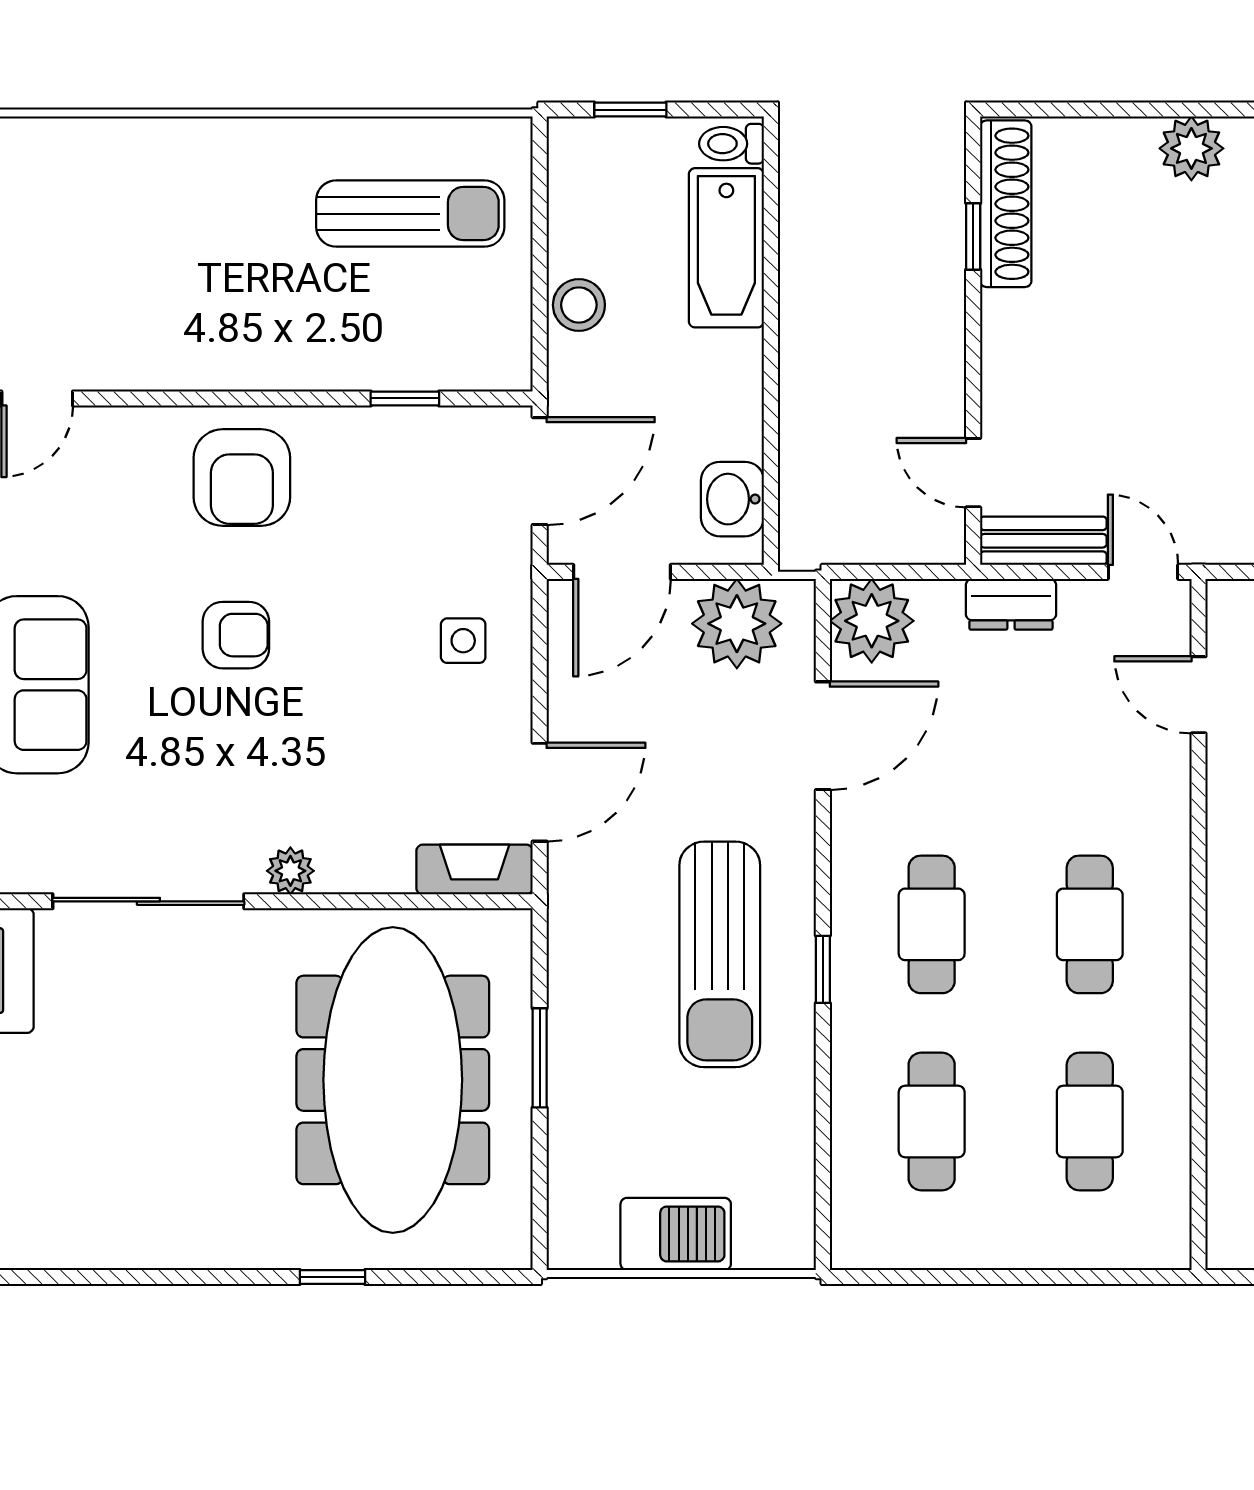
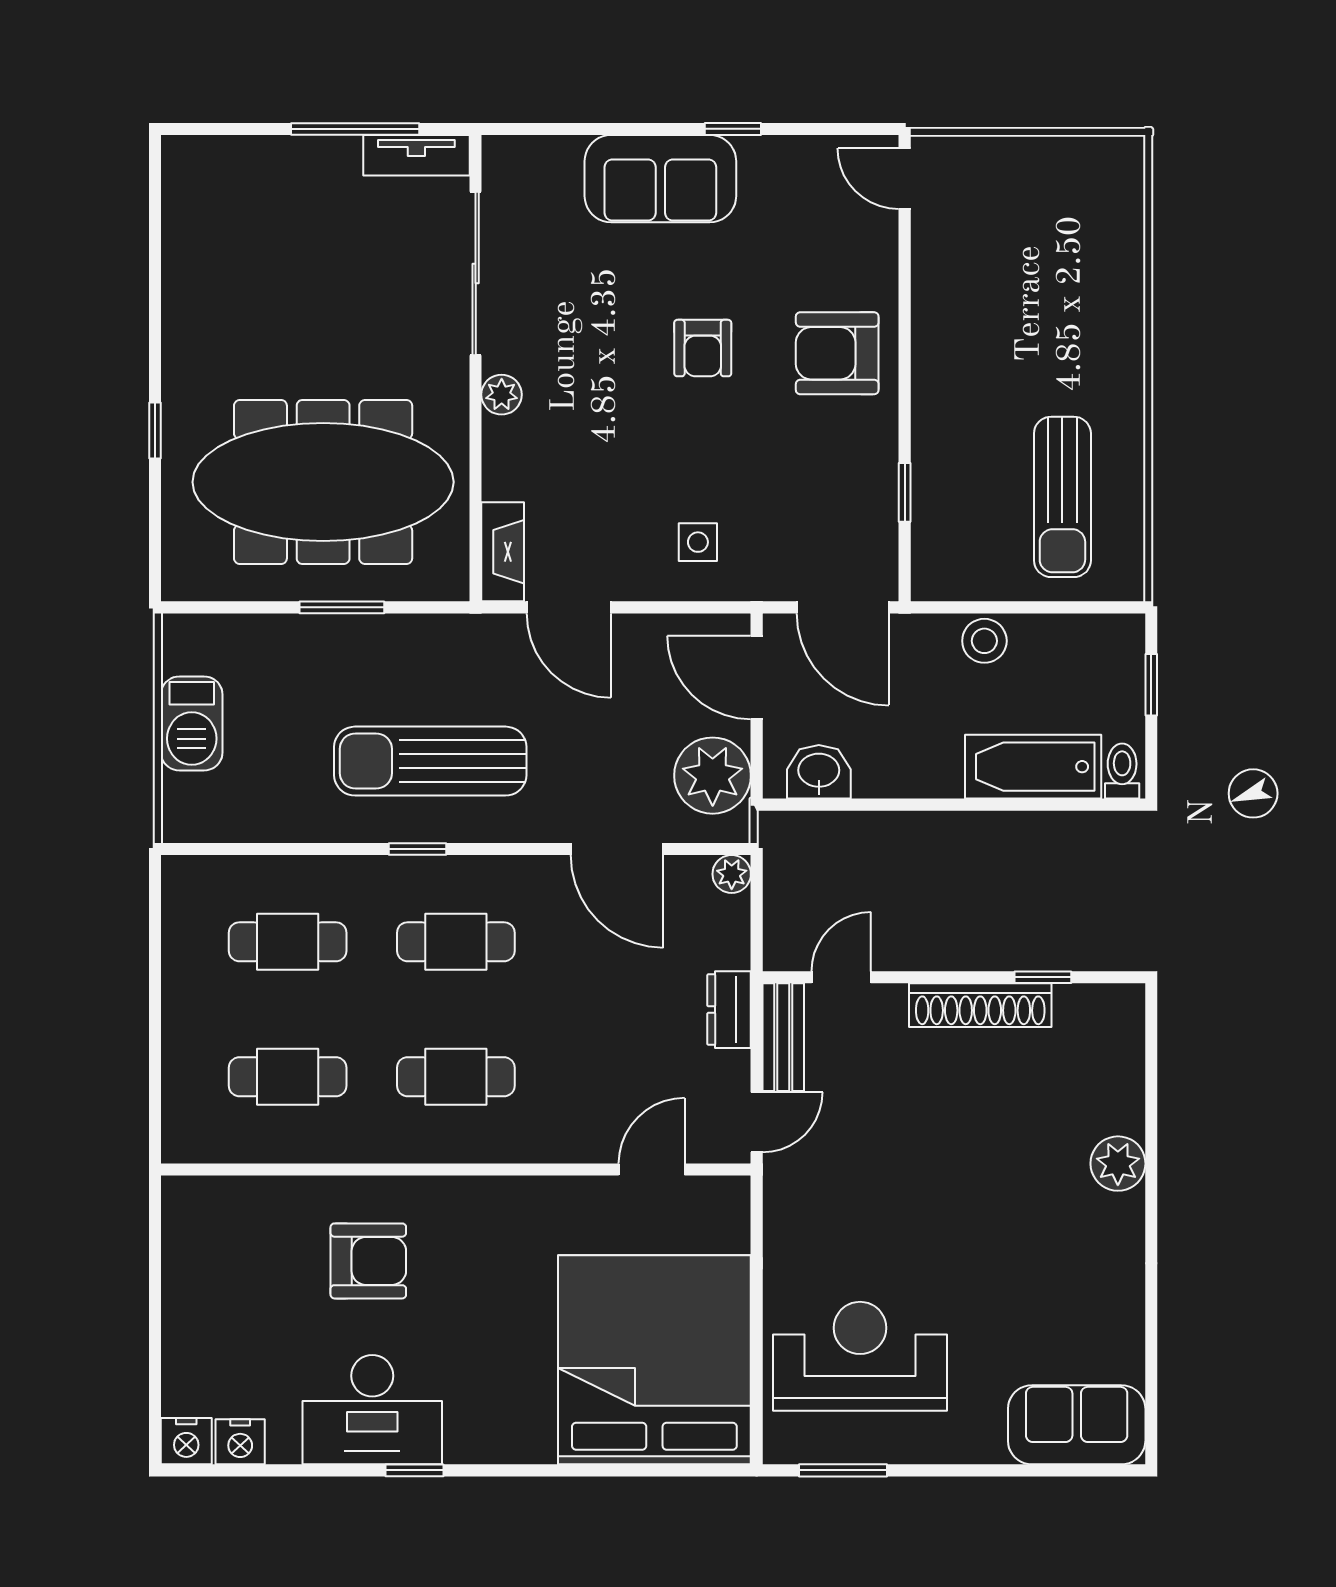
shoe rack: (1006, 204) -> (980, 1005), moved
plant: (872, 621) -> (732, 874), width x0.53, depth x0.53

